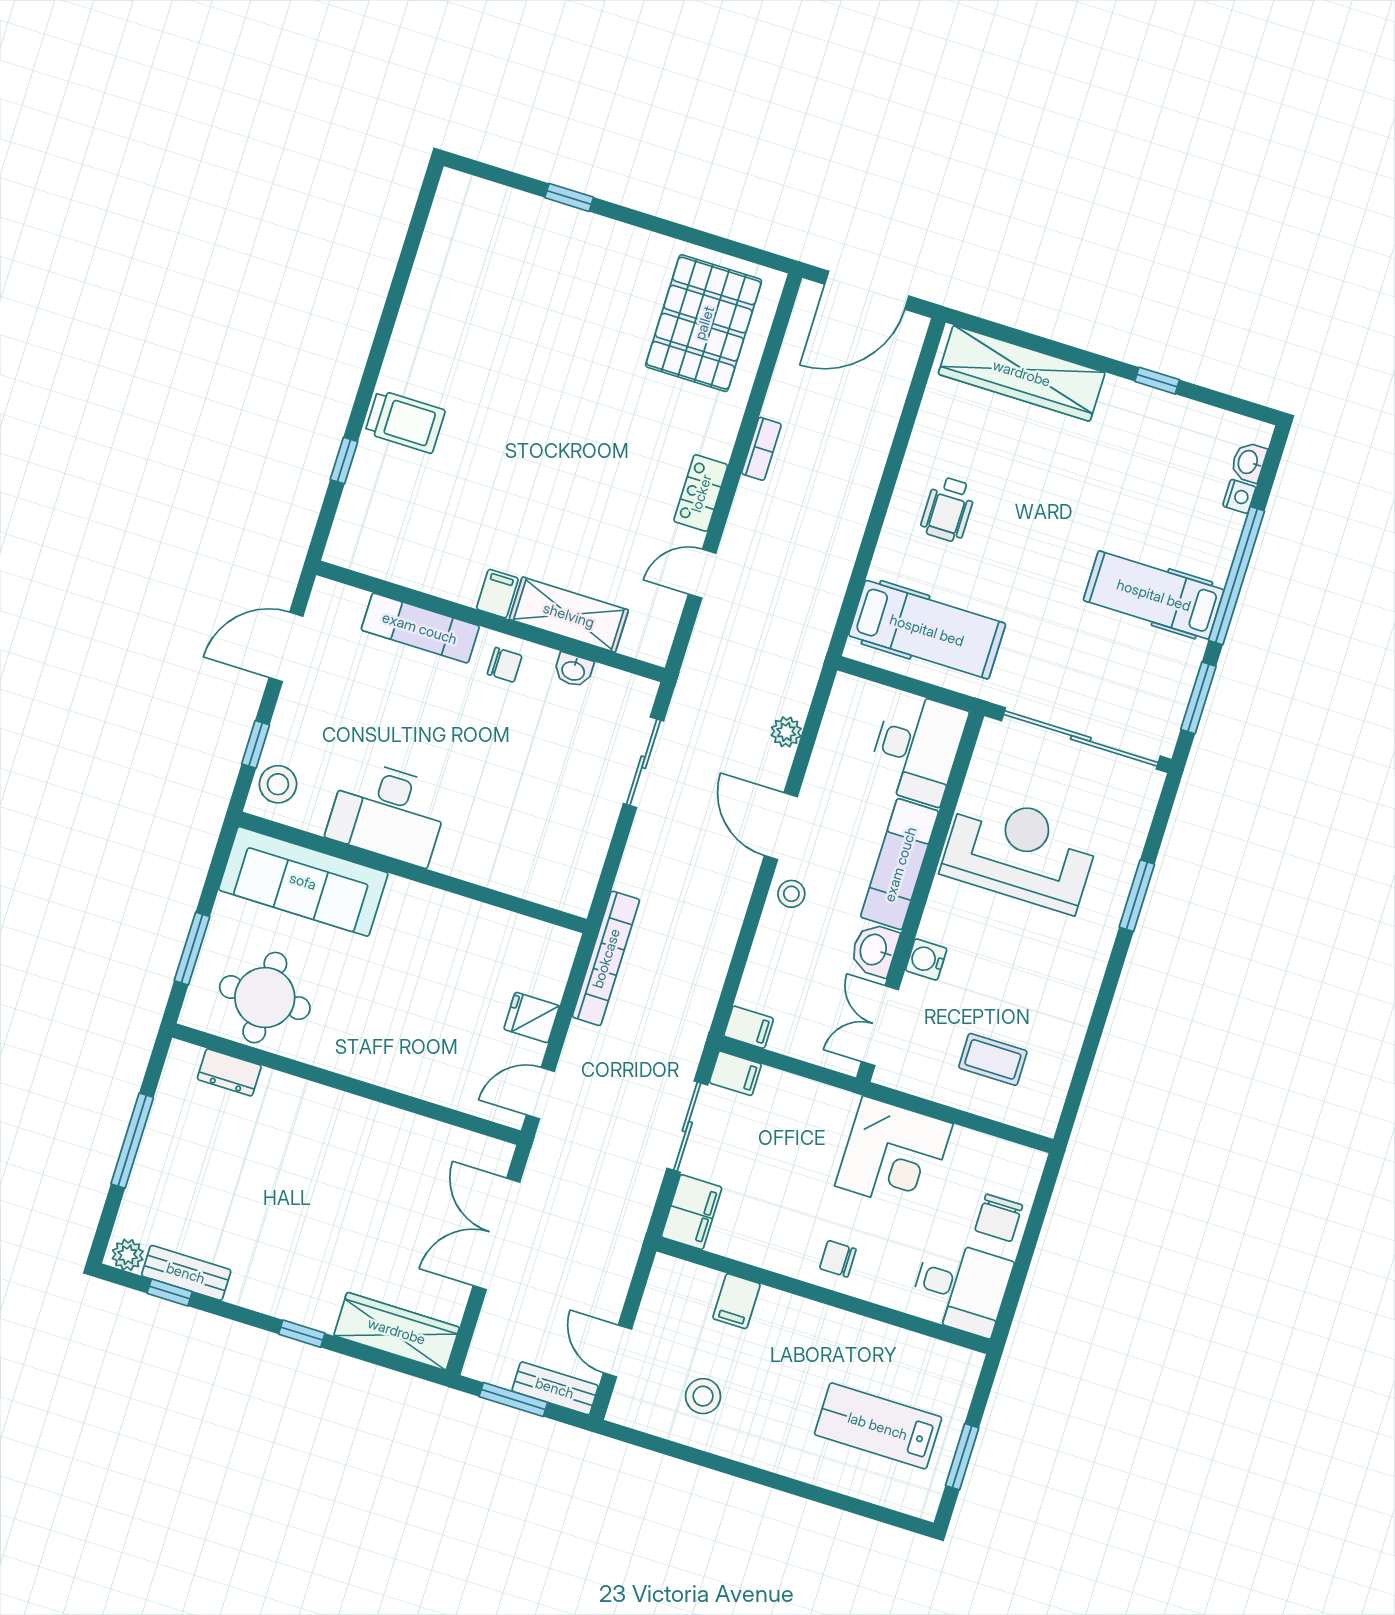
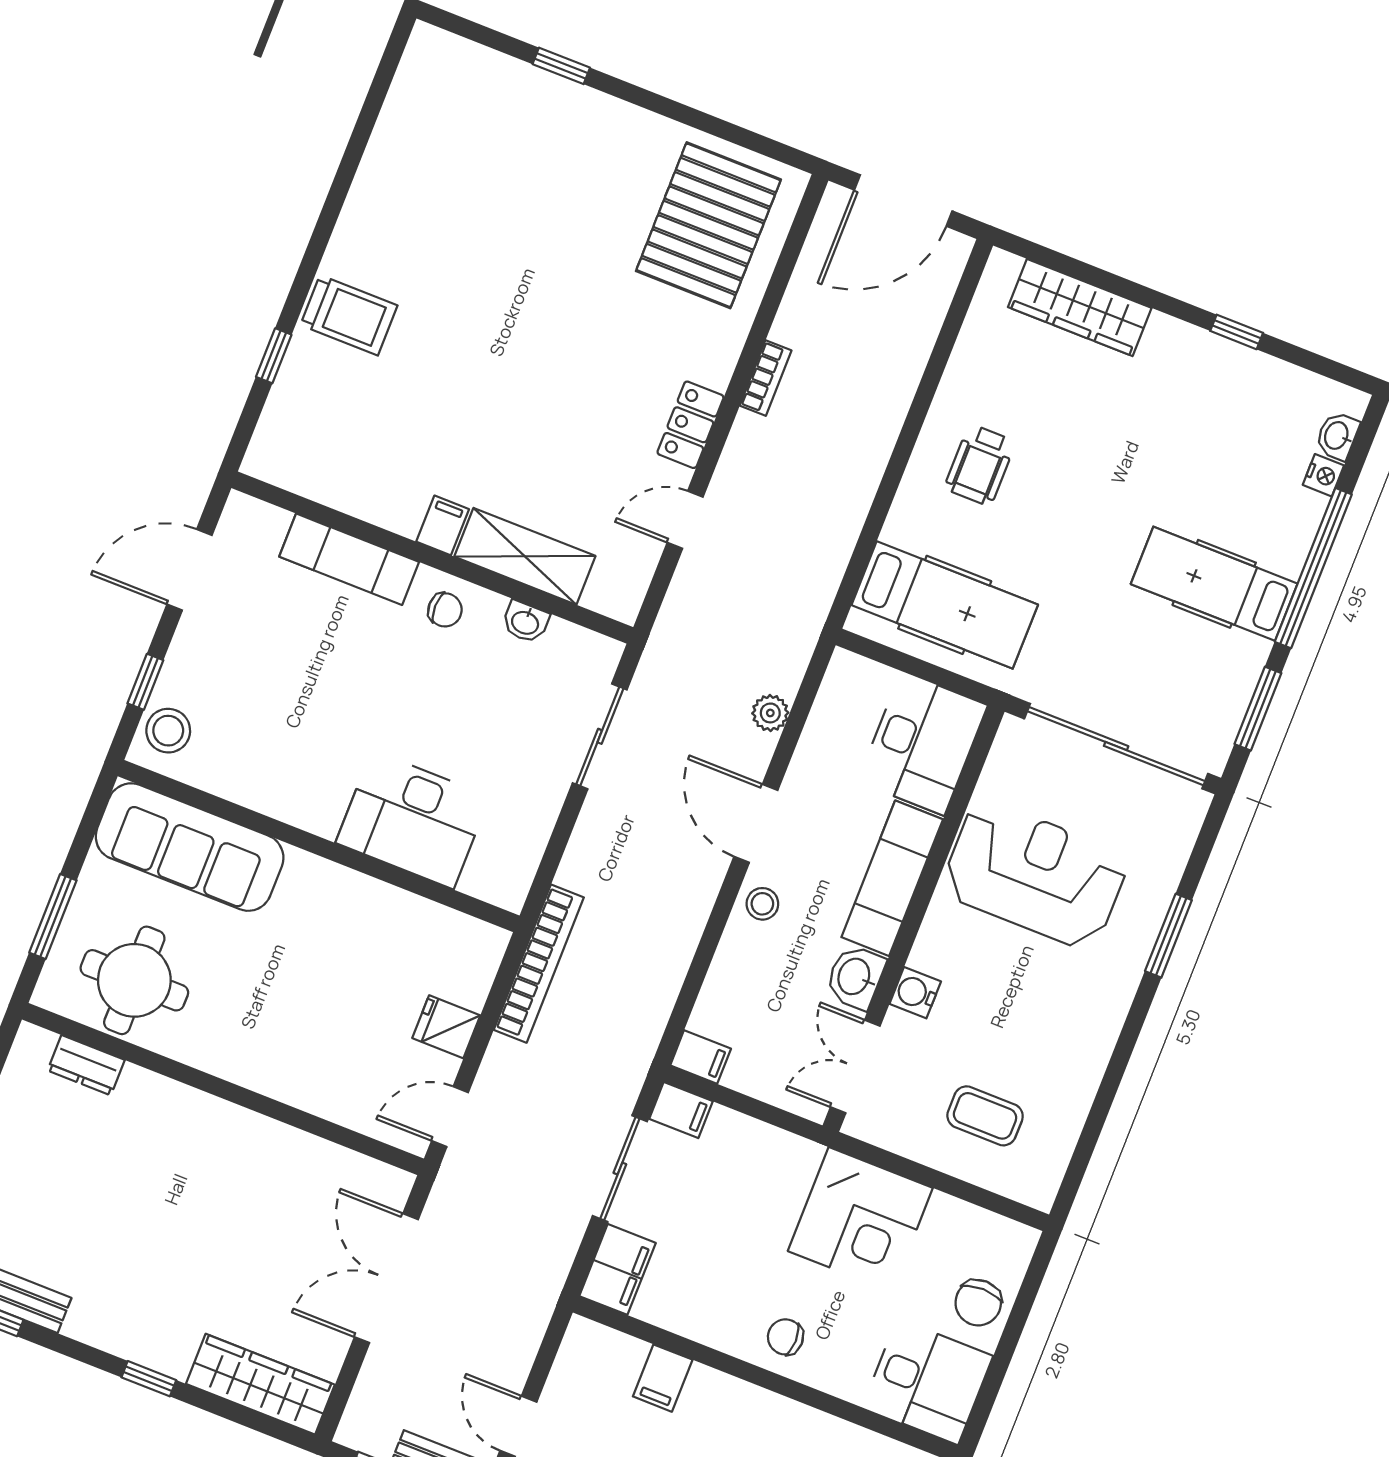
wardrobe: (1022, 373) -> (1080, 308), width x0.71, depth x0.85
desk: (388, 813) -> (413, 820), moved

